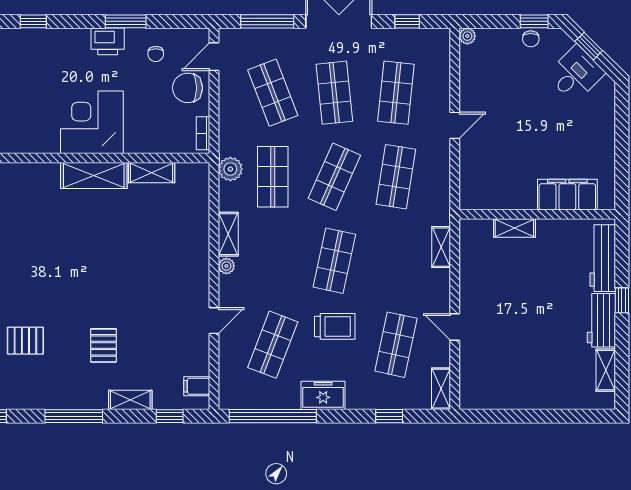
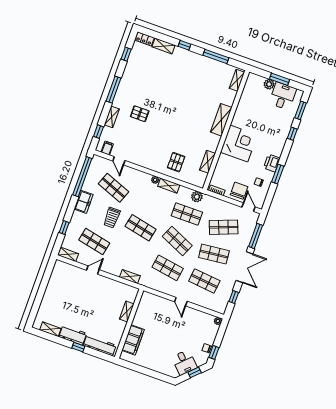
shelving: (94, 176) -> (221, 120), moved
door: (214, 321) -> (119, 161), moved
pallet: (25, 341) -> (176, 162), moved

